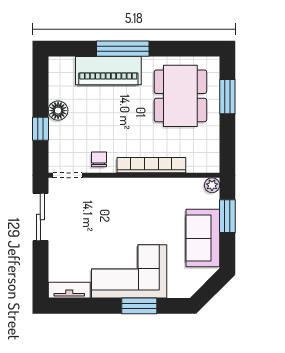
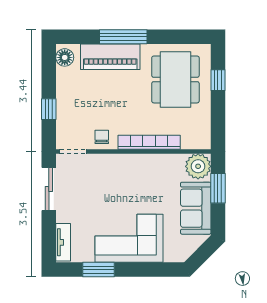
window: (227, 97) -> (218, 80), width x0.67
floor lamp: (58, 111) -> (65, 57), moved
plant: (212, 185) -> (198, 166), width x1.88, depth x1.88
tv unit: (69, 290) -> (63, 242), moved, turned 90
window: (139, 306) -> (99, 270), moved

